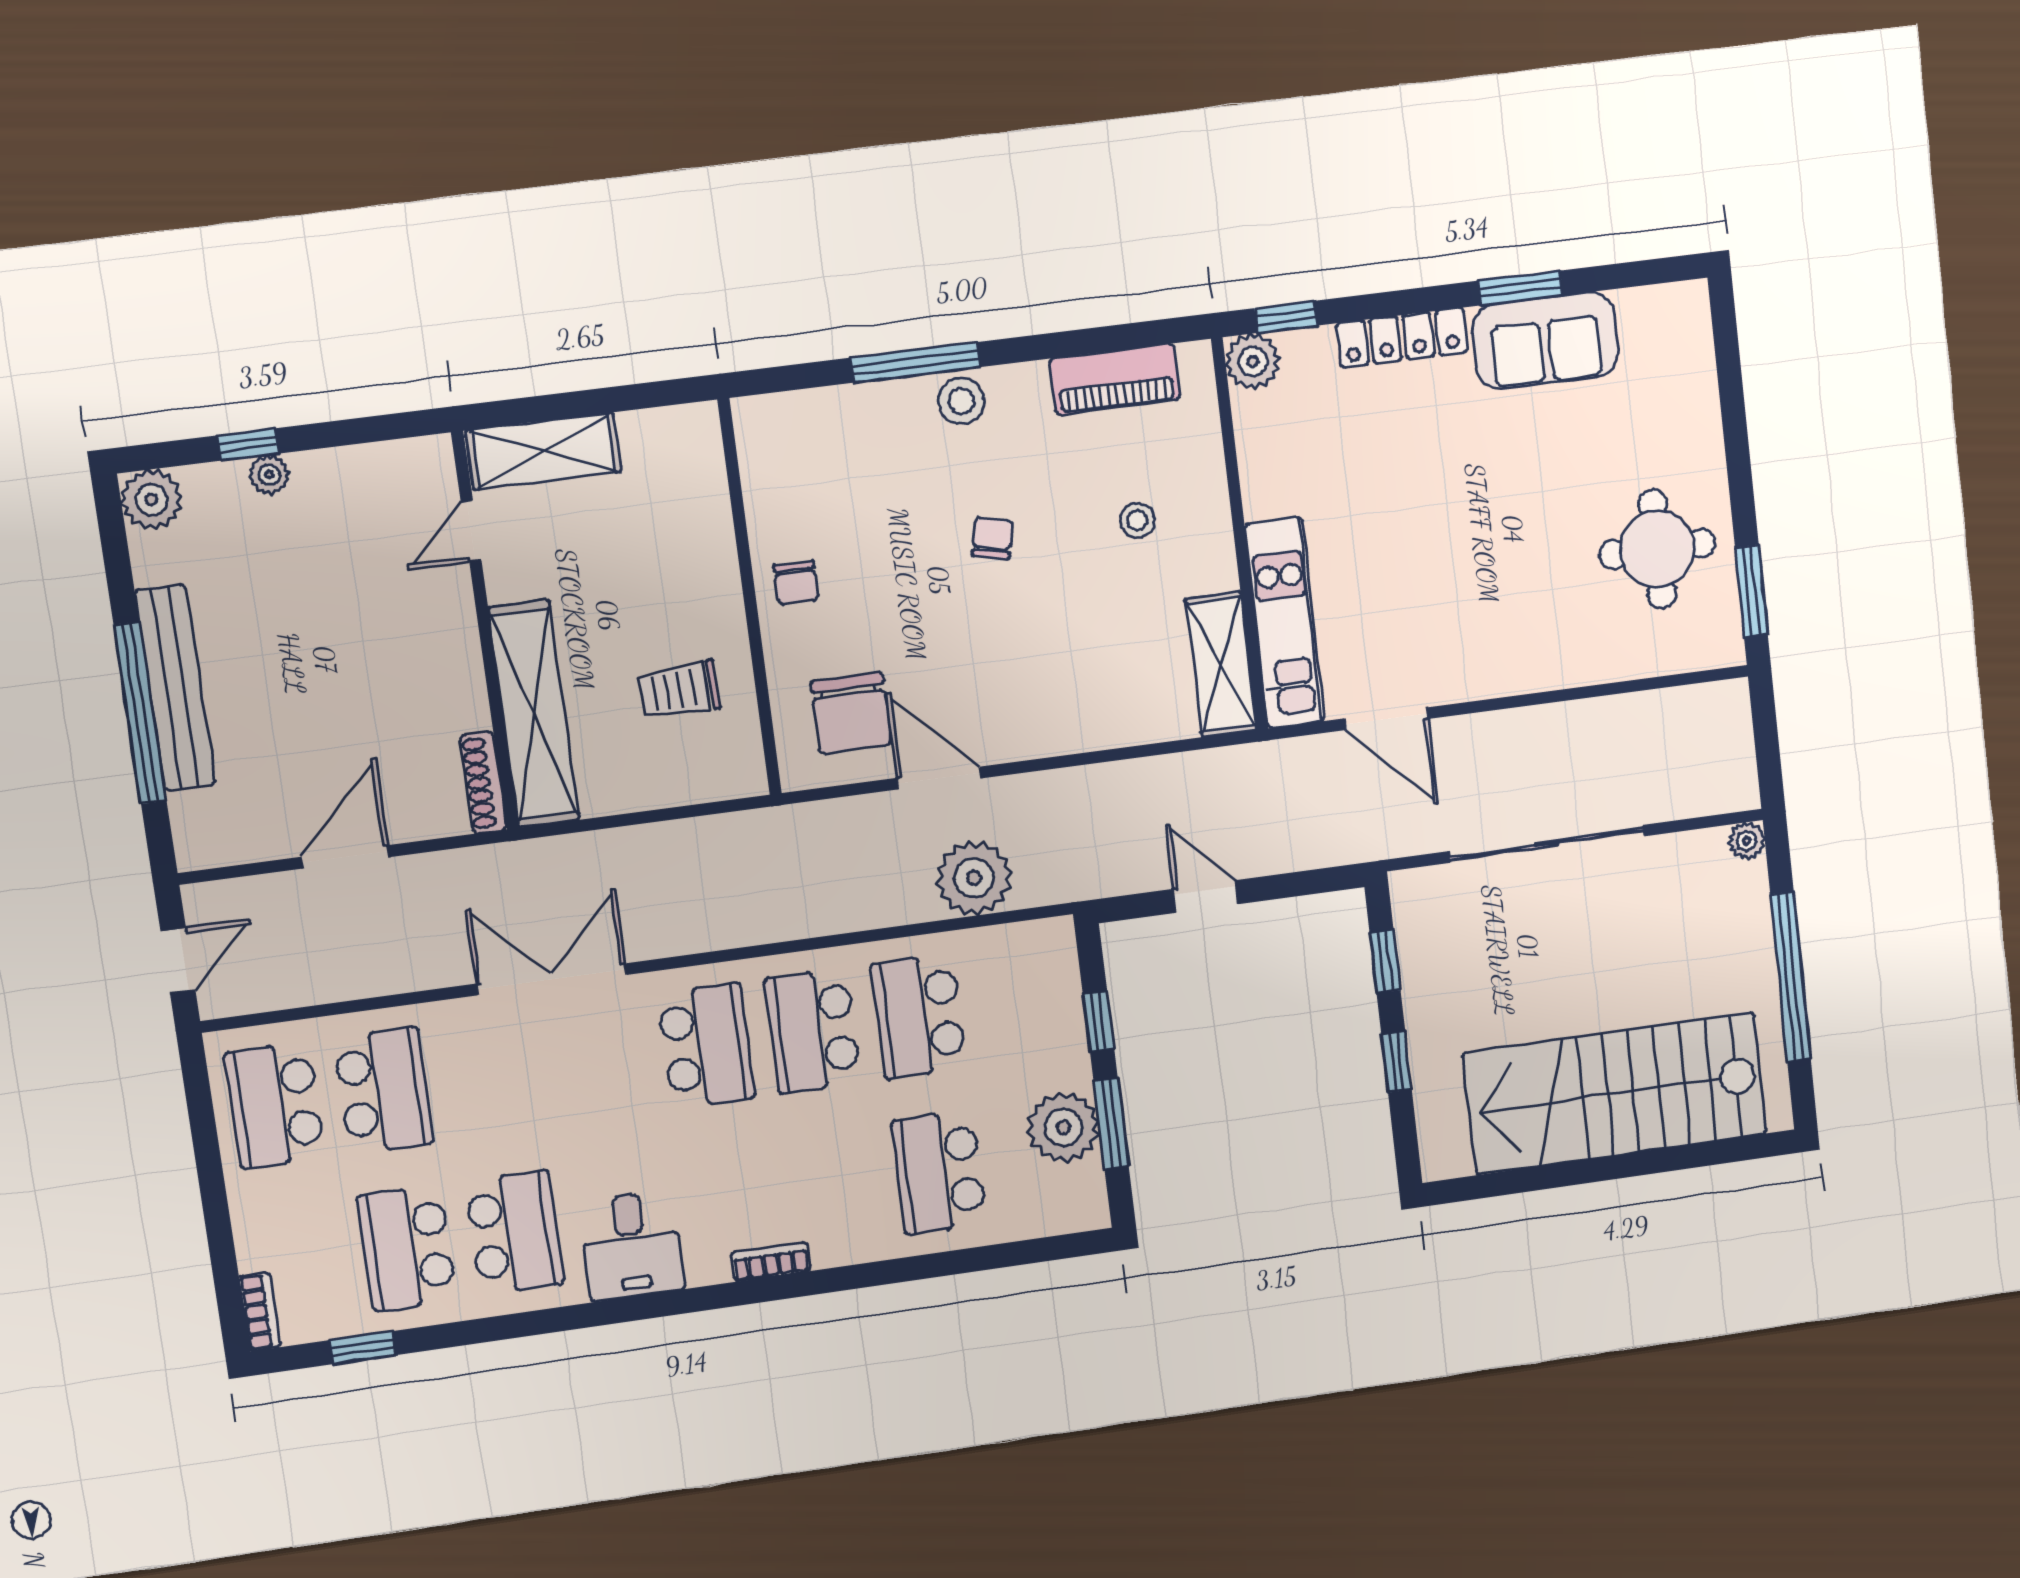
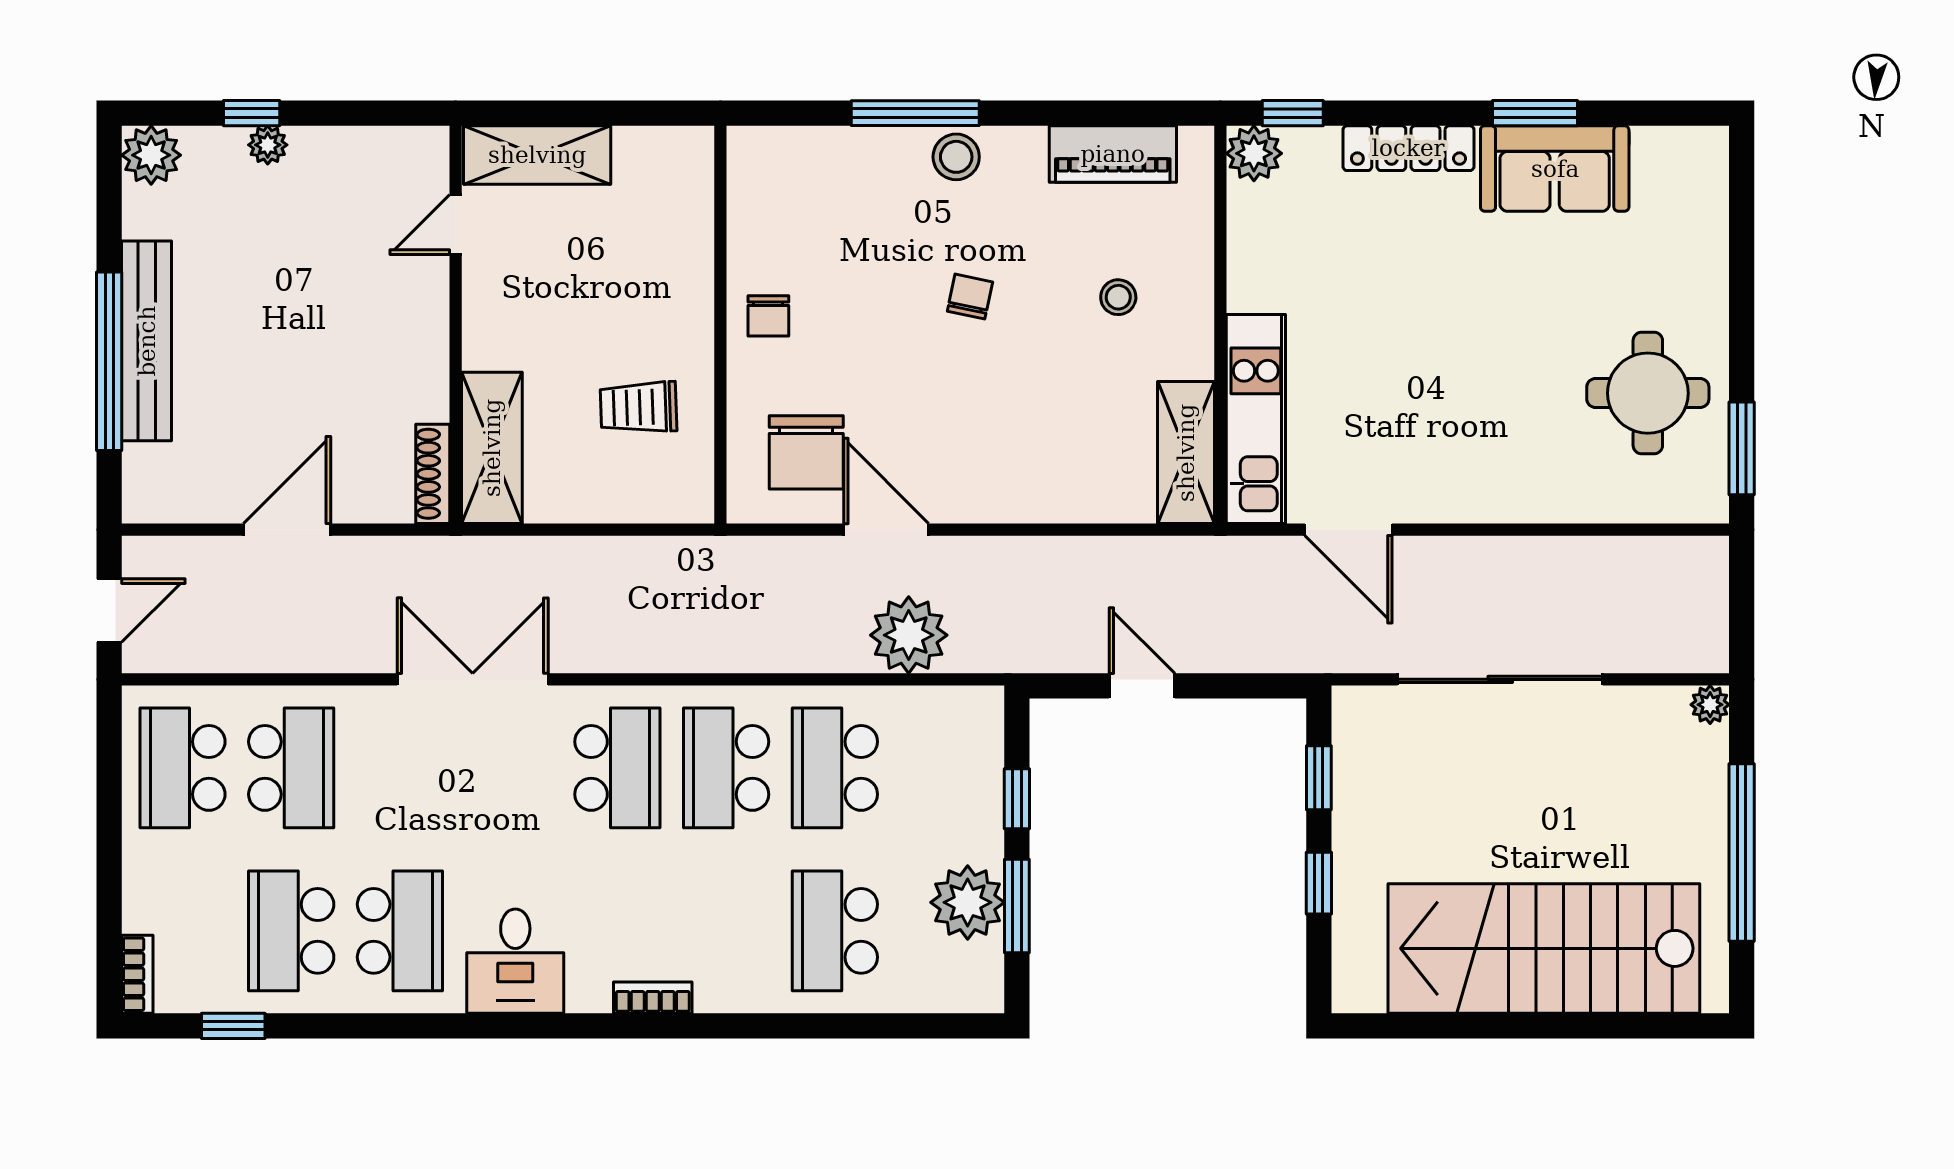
shelving: (534, 714) -> (492, 448), width x0.68

